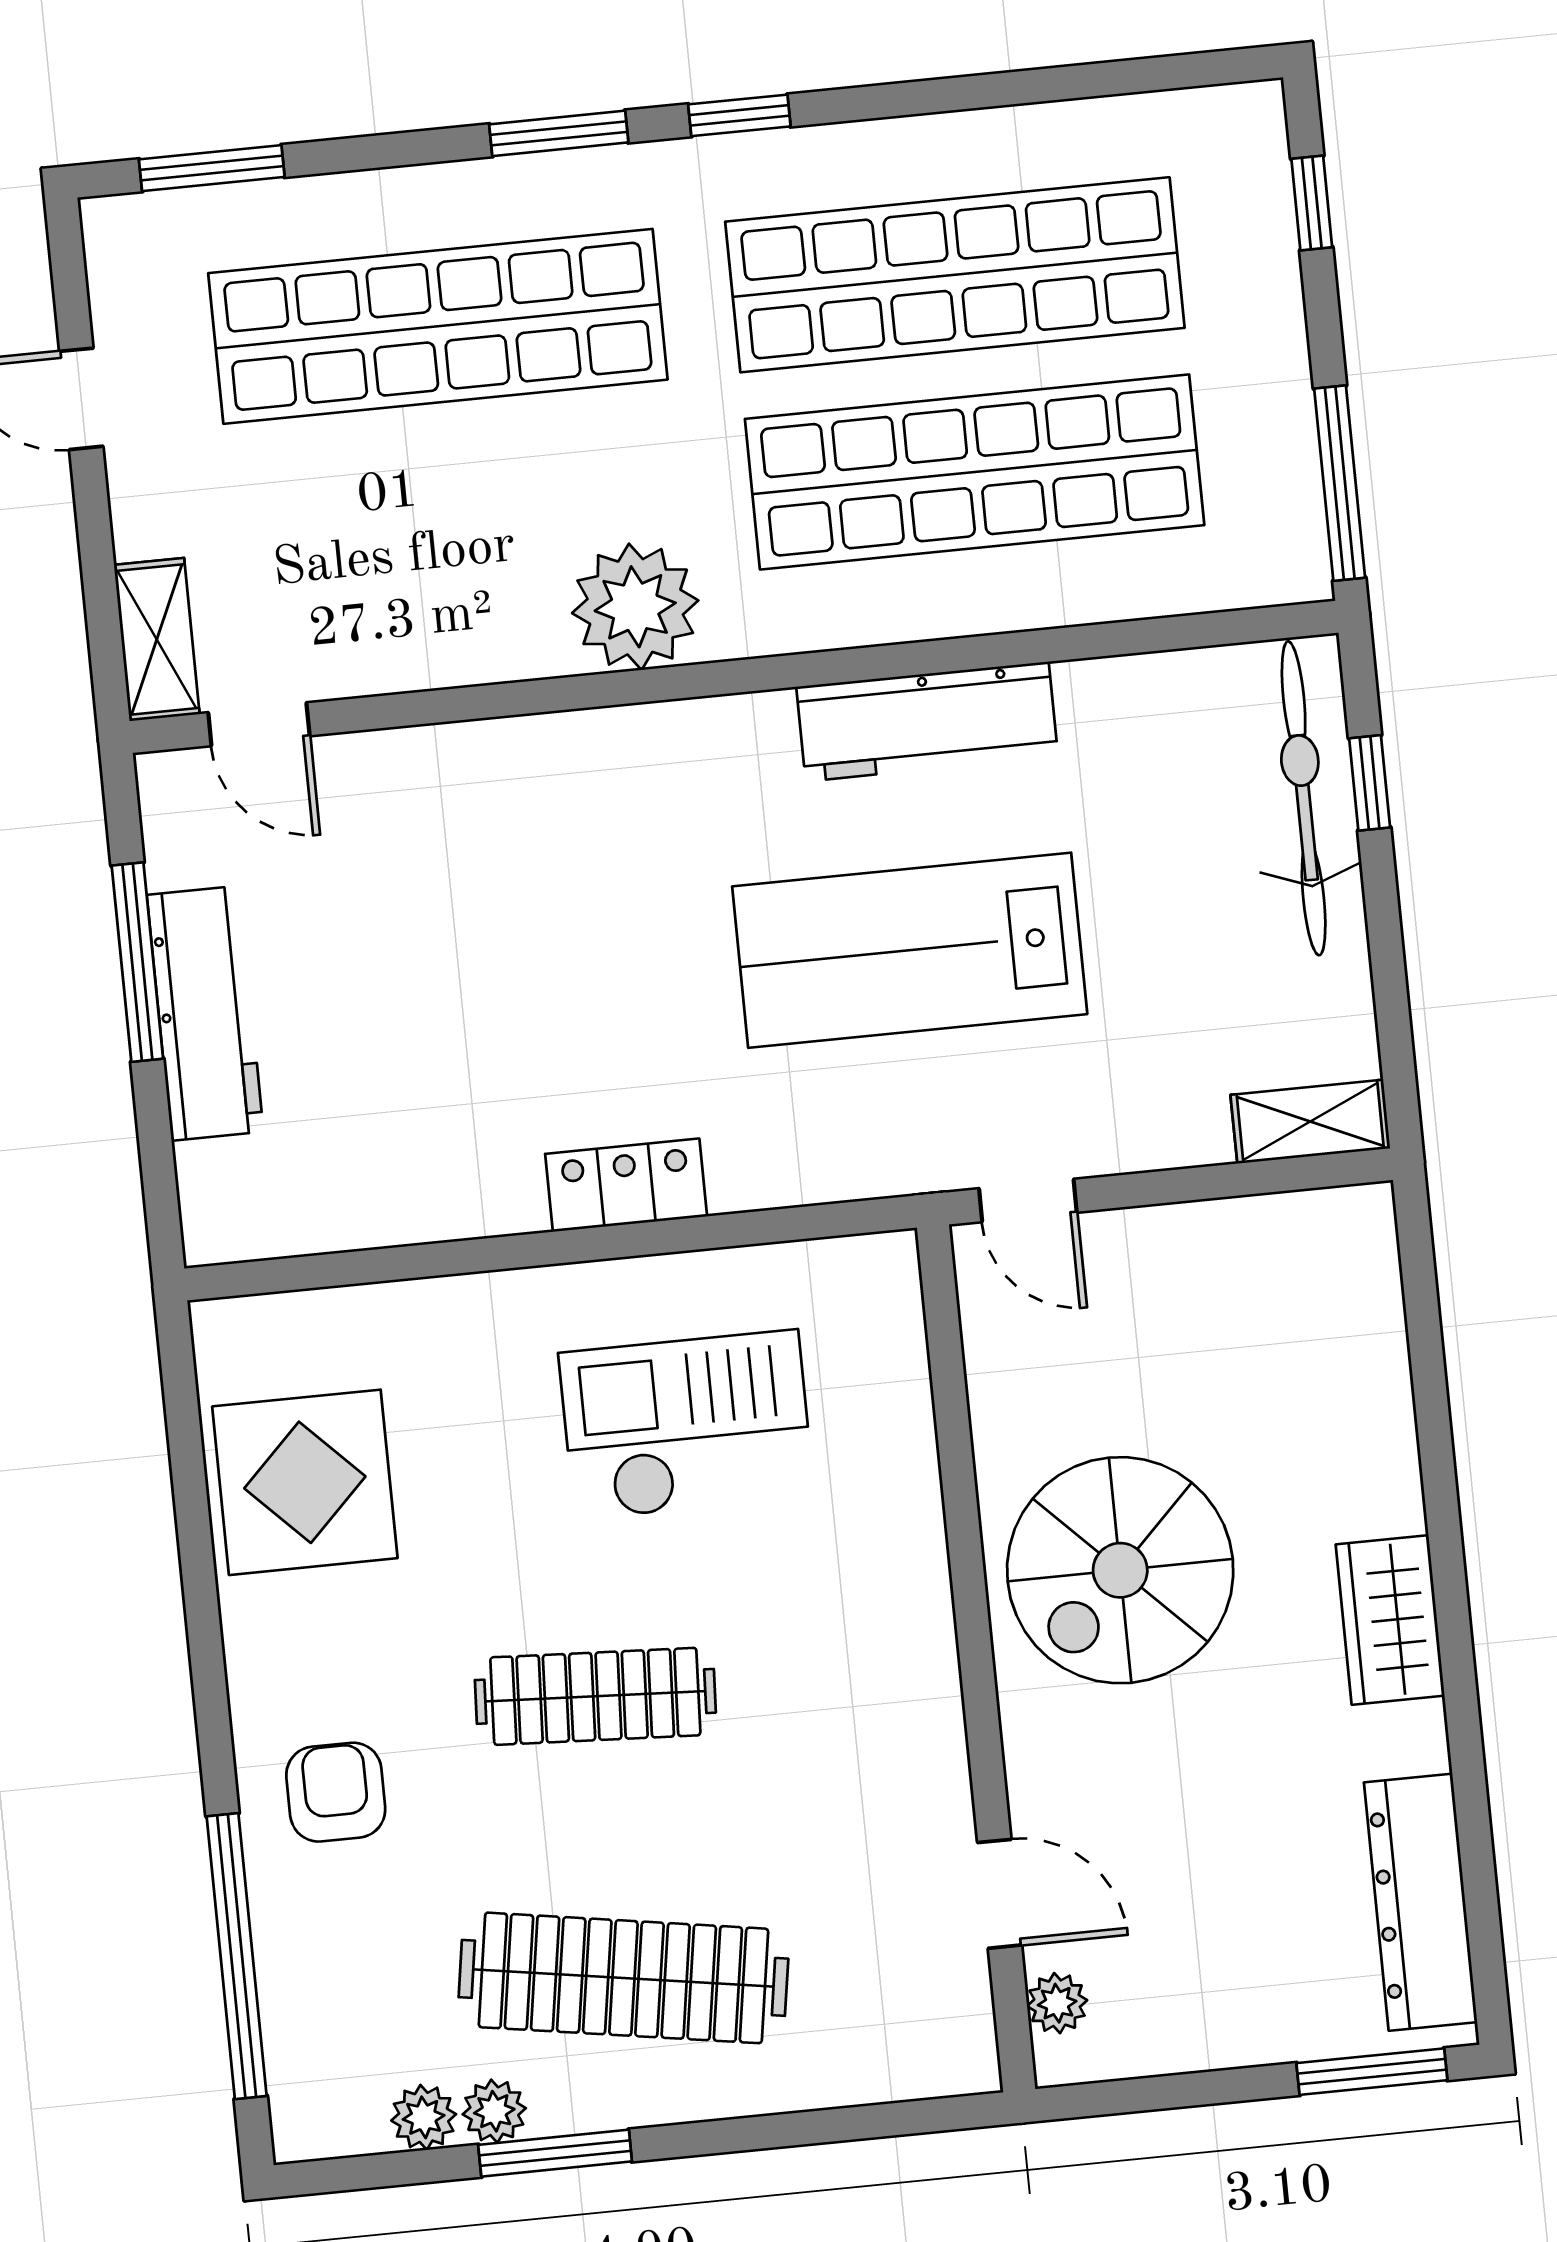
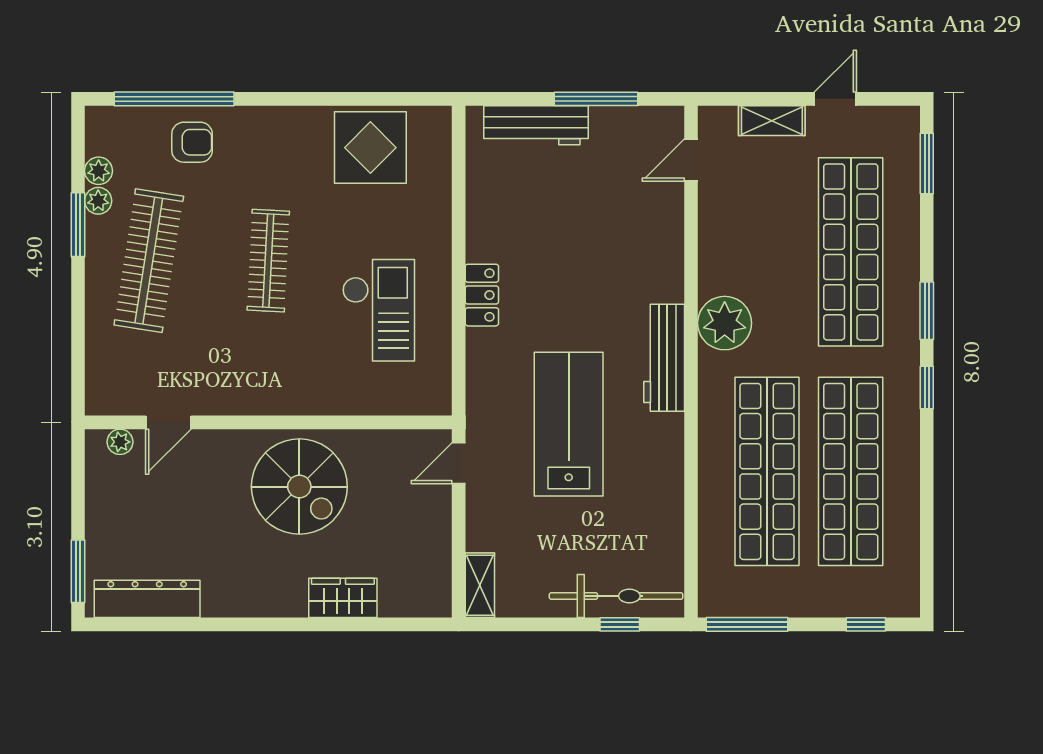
shelving: (157, 640) -> (772, 121), moved
workbench: (927, 722) -> (664, 358), moved
workbench: (205, 1013) -> (536, 125), moved
spiral stairs: (1120, 1570) -> (299, 487), turned 180
wardrobe: (1390, 1620) -> (343, 598), moved
armchair: (336, 1792) -> (192, 142), moved

